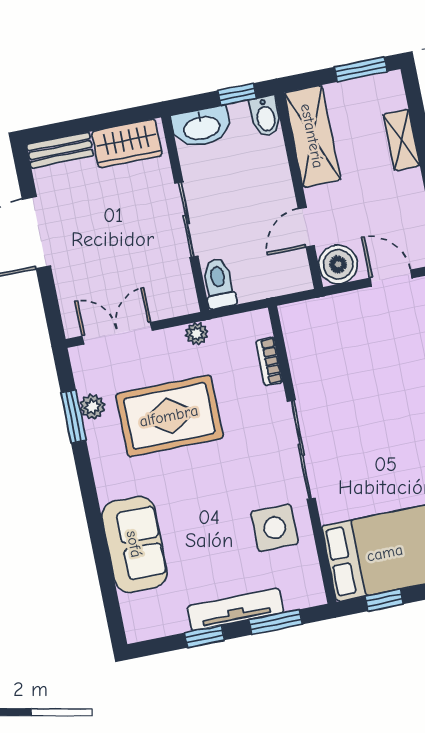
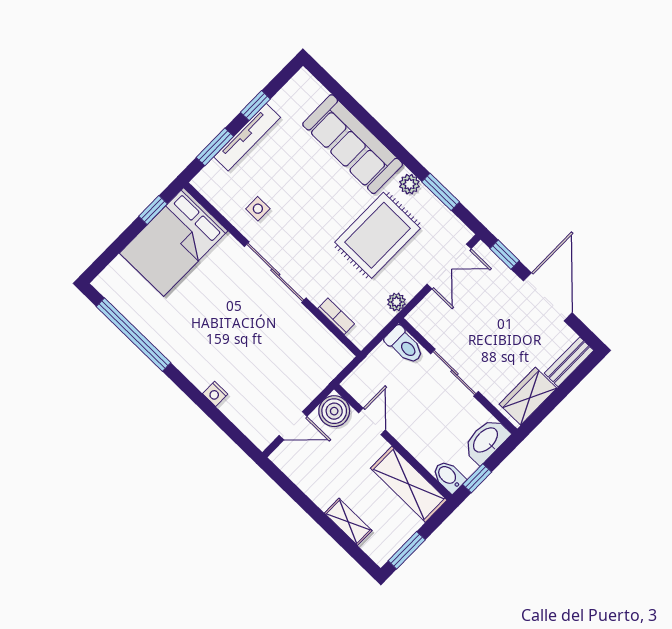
window: (51, 307) -> (505, 255), added
plant: (92, 407) -> (409, 184), moved
side table: (275, 528) -> (258, 209), width x0.54, depth x0.54
sofa: (134, 544) -> (353, 144), width x1.36

